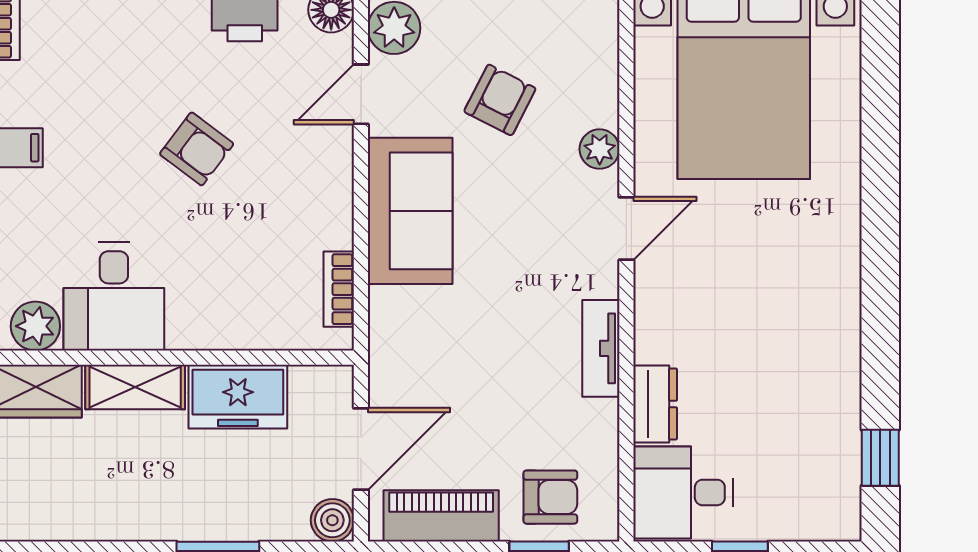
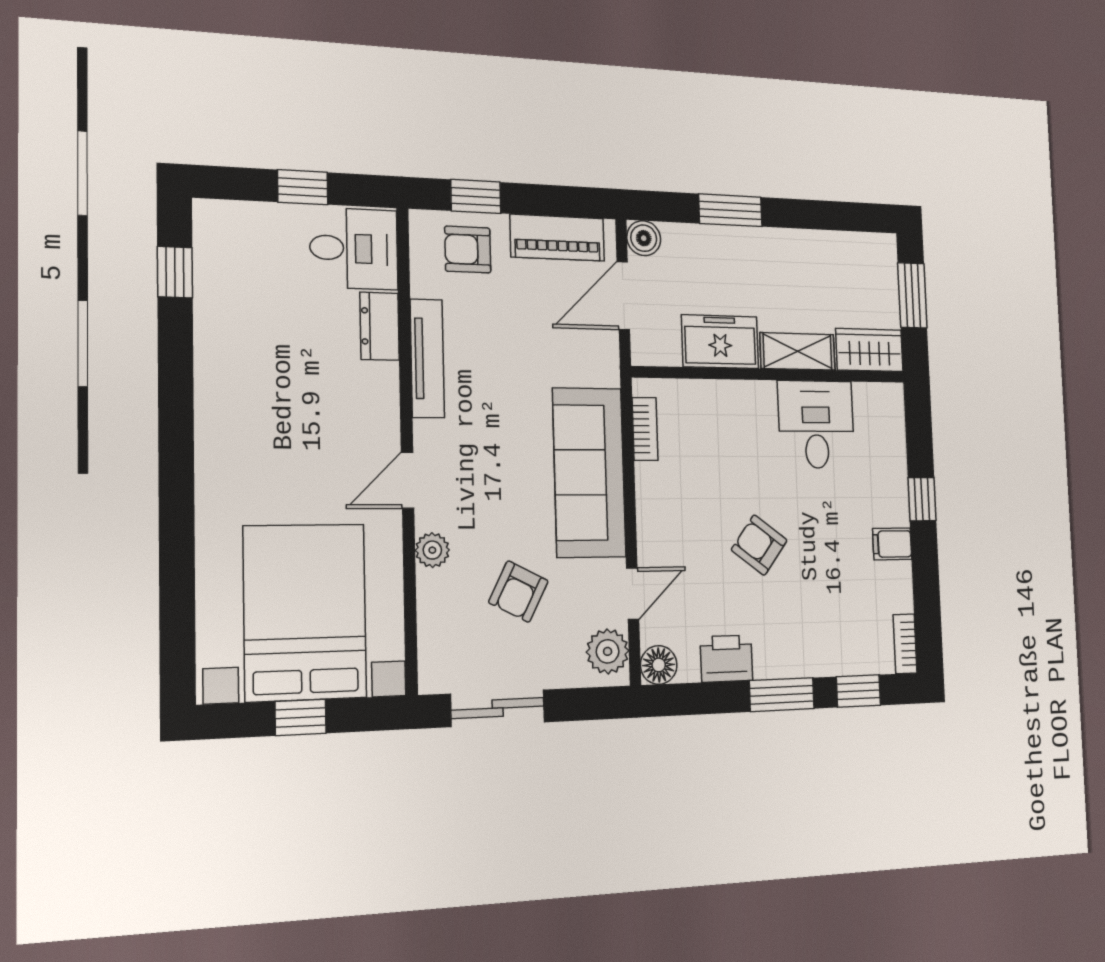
sofa: (410, 211) -> (589, 472), width x1.36
plant: (35, 326) -> (872, 401), removed
tv unit: (601, 348) -> (427, 358), width x1.41

